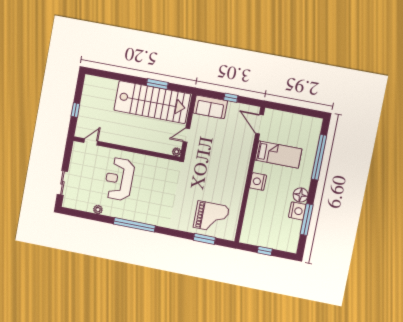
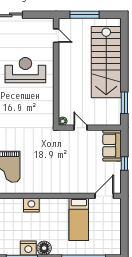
window: (157, 84) -> (124, 103), moved
stairs: (152, 102) -> (106, 62), moved
window: (75, 110) -> (84, 15), width x2.17
nightstand: (258, 182) -> (31, 205), moved

